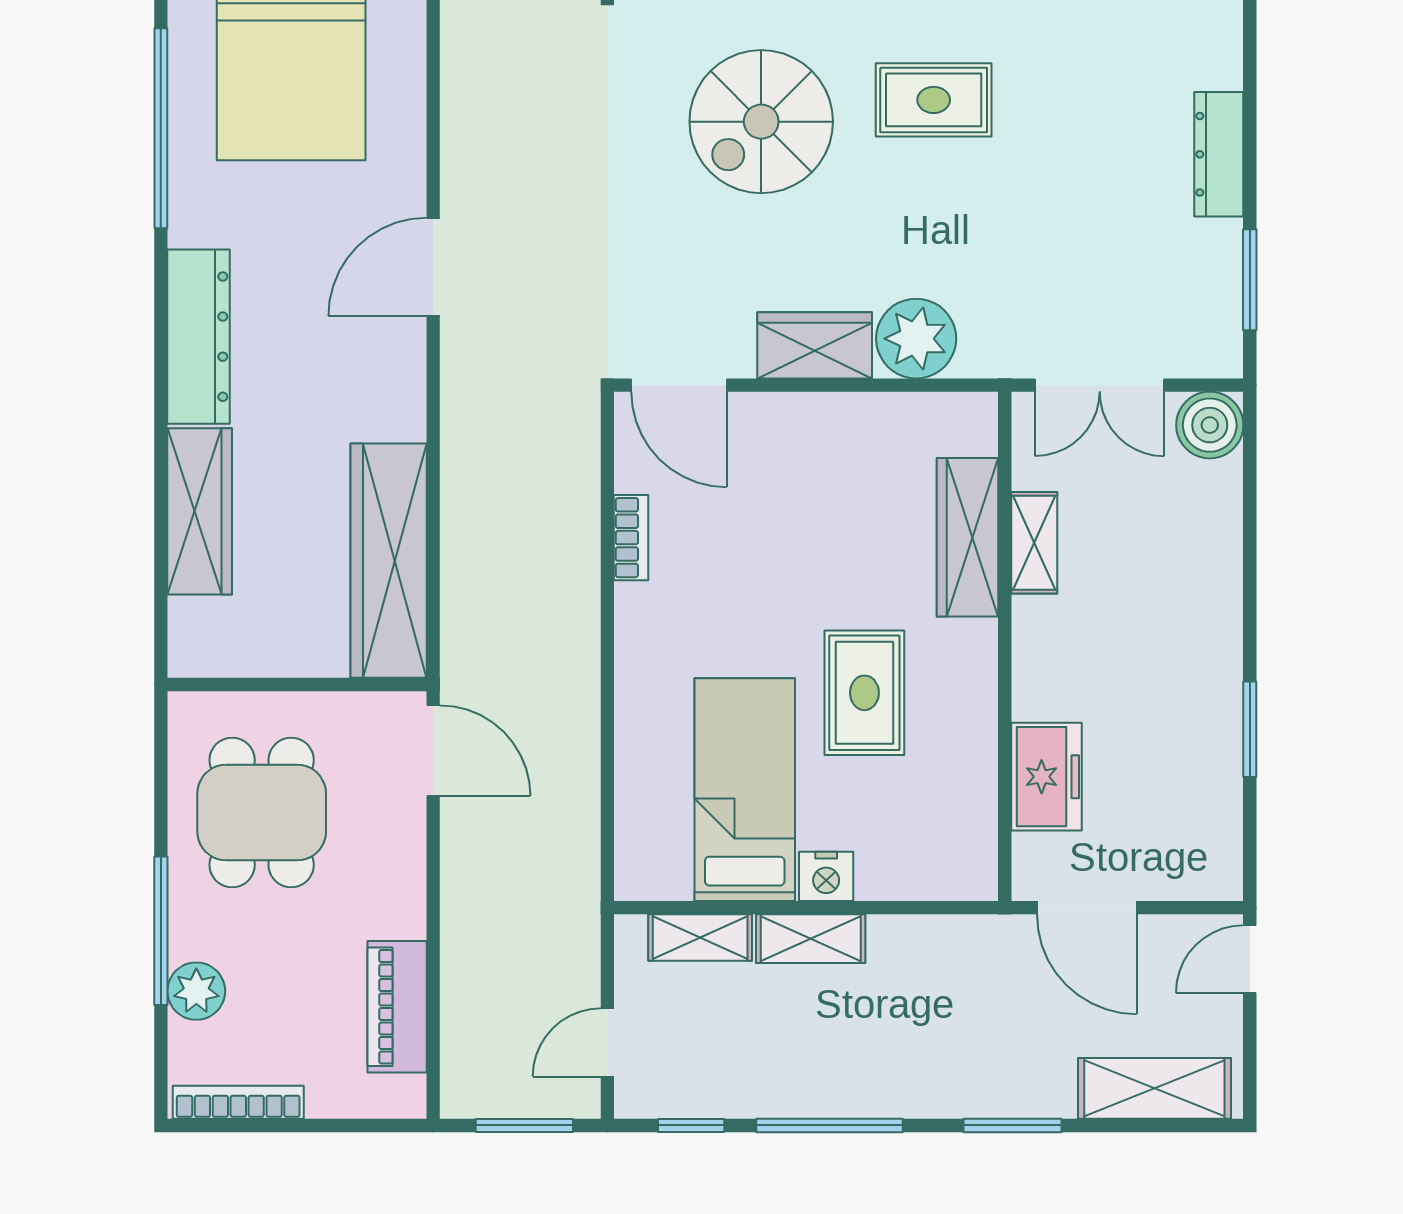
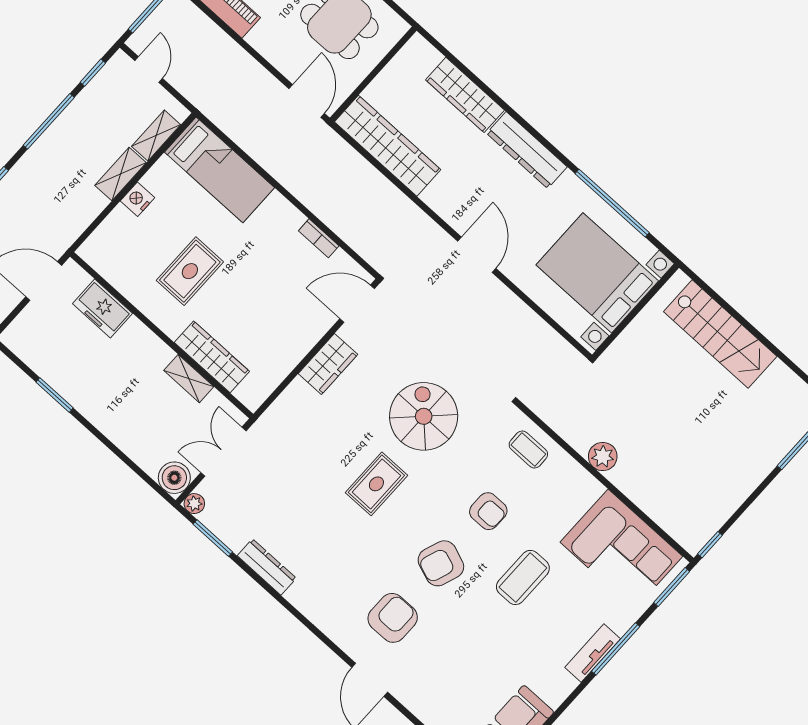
plant: (916, 339) -> (194, 504), moved, width x0.53, depth x0.53
rug: (864, 693) -> (190, 271), turned 90
door: (433, 751) -> (307, 101), swing flipped
bed: (745, 790) -> (220, 170), moved

